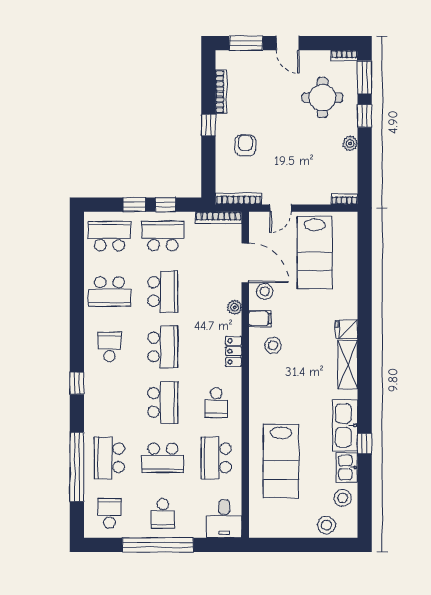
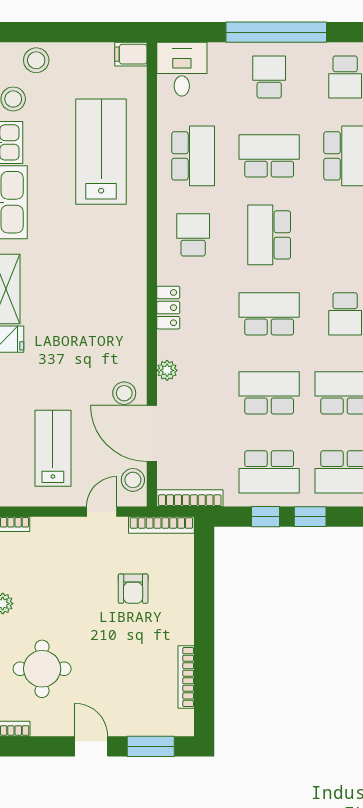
window: (208, 125) -> (204, 630), removed
armchair: (245, 145) -> (133, 589), moved
lab bench: (315, 253) -> (53, 448), width x0.73, depth x0.72
school desk: (163, 291) -> (269, 393), turned 90
filing cabinet: (260, 319) -> (131, 54), moved
stool: (273, 345) -> (133, 480), moved
school desk: (163, 347) -> (269, 314), turned 90

